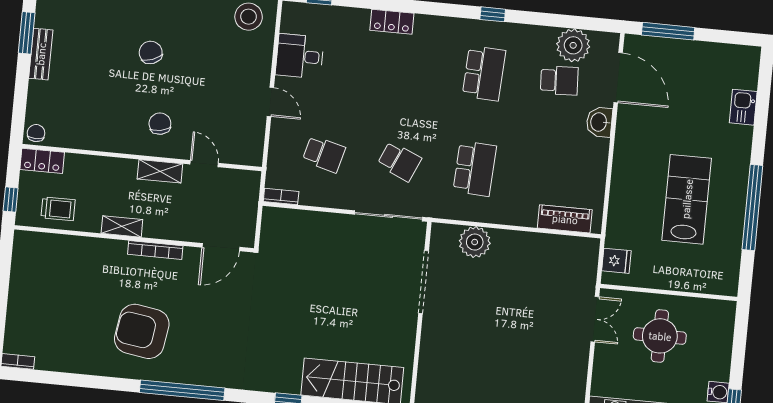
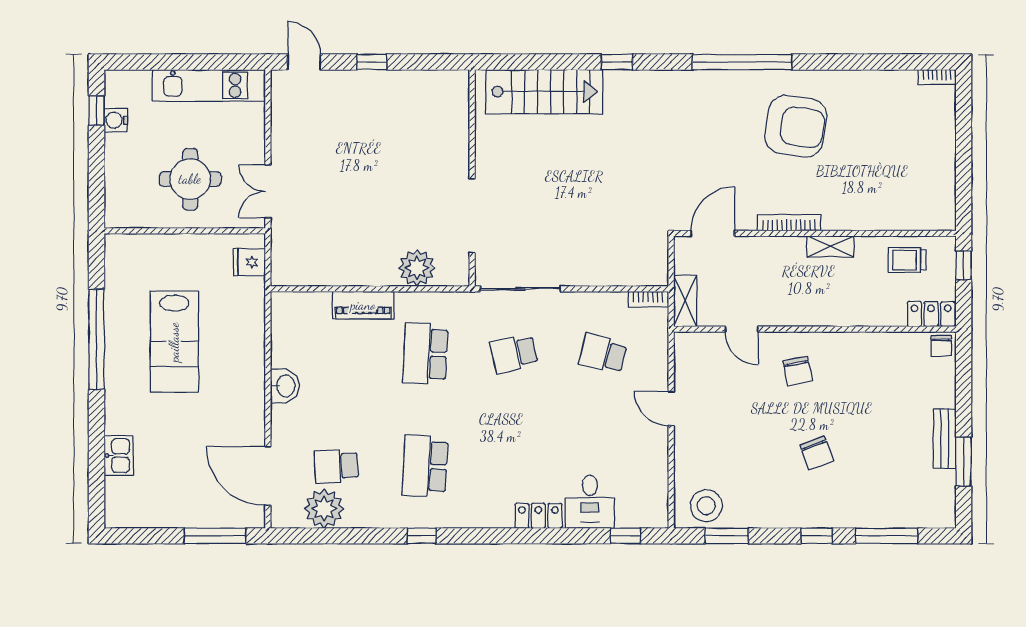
desk: (300, 56) -> (590, 502), moved, turned 90
washbasin: (599, 122) -> (285, 386), moved
school desk: (399, 161) -> (514, 354), turned -36
shelving: (160, 171) -> (685, 301), moved, turned 90
piano: (565, 219) -> (363, 305), moved

